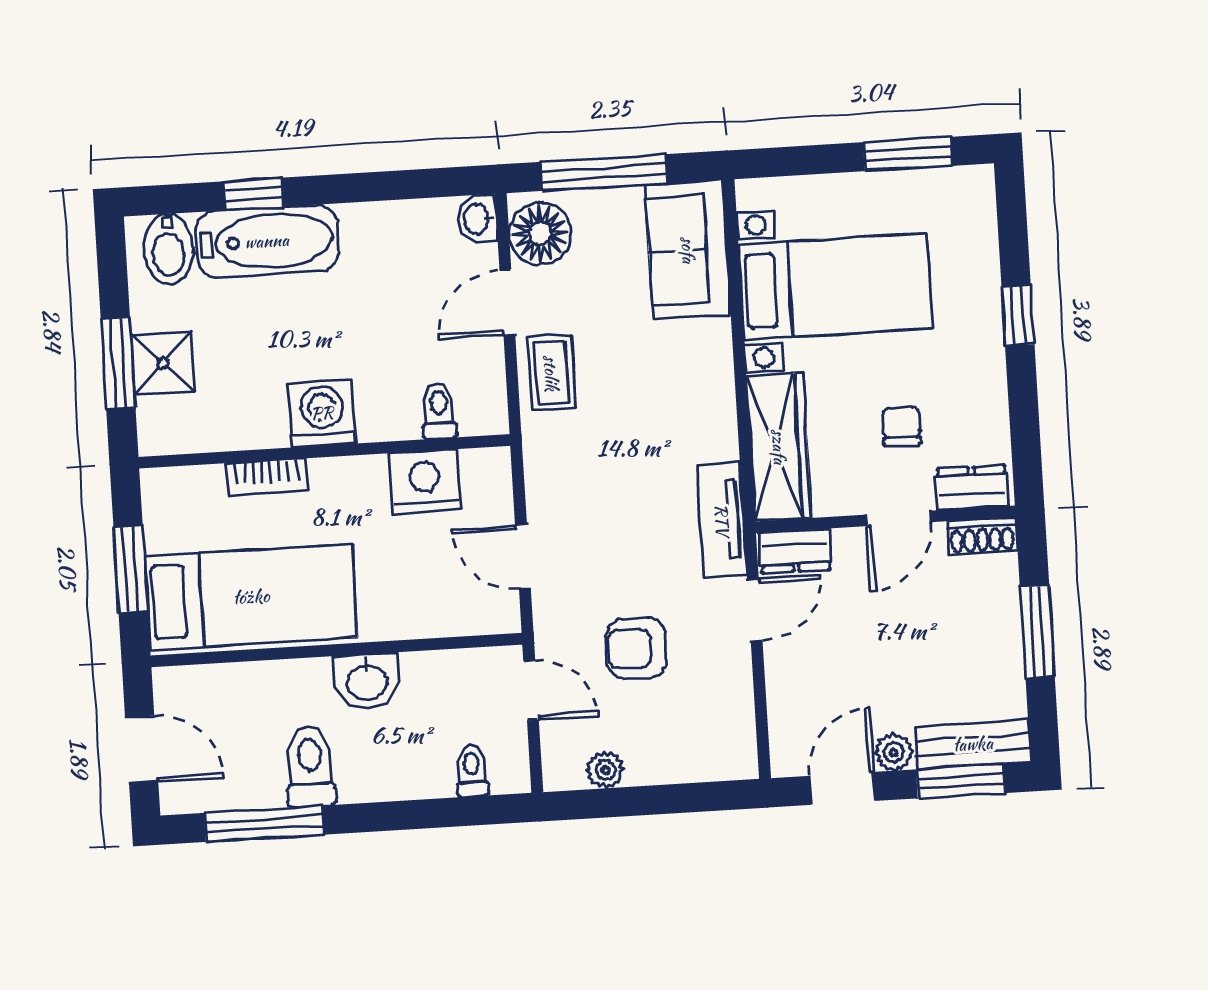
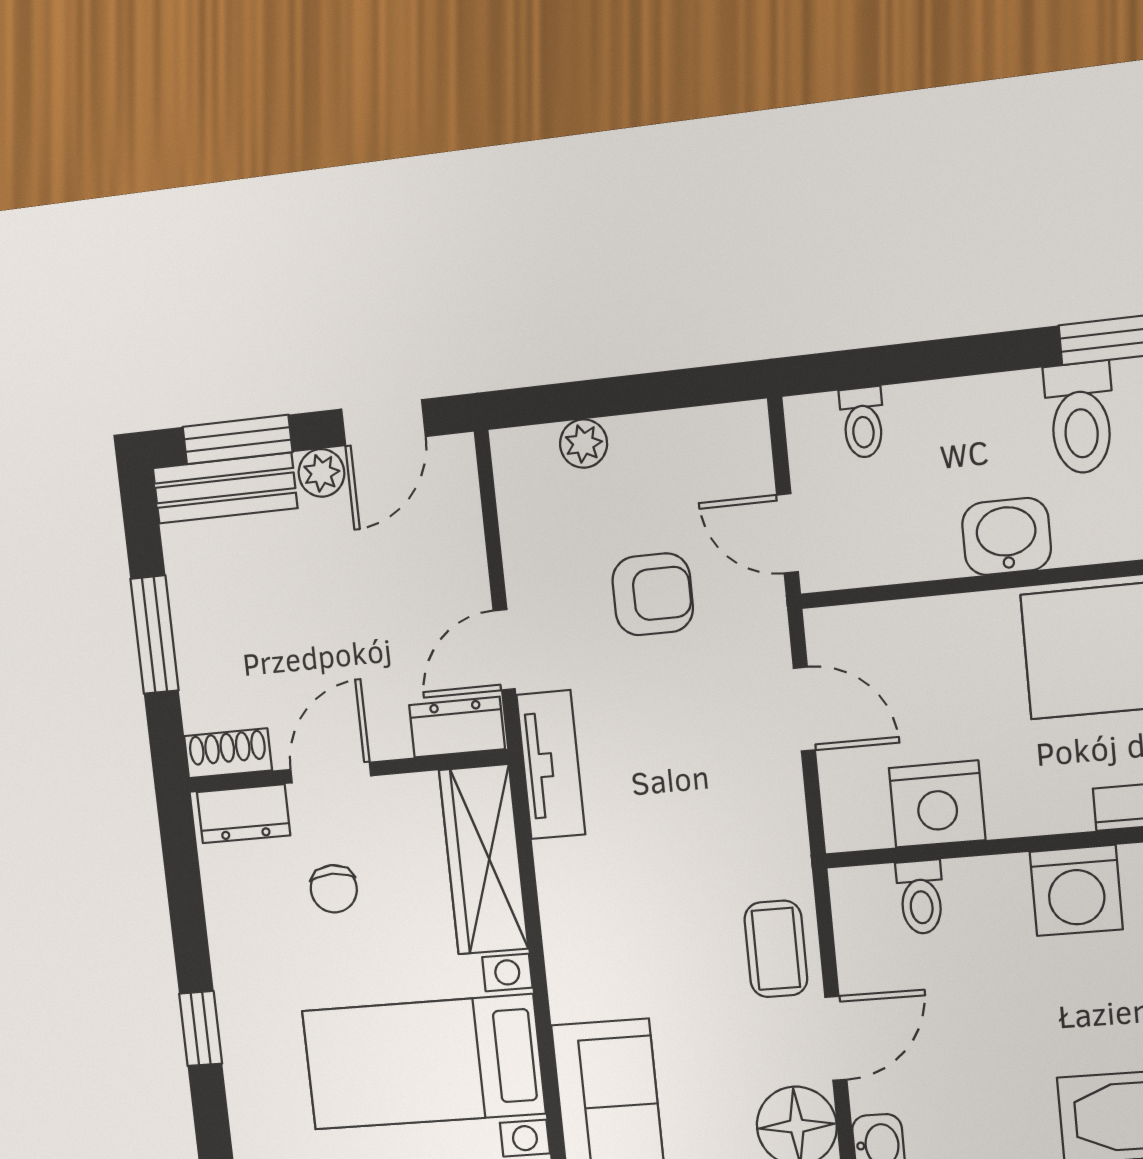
plant: (605, 770) -> (584, 444), moved

